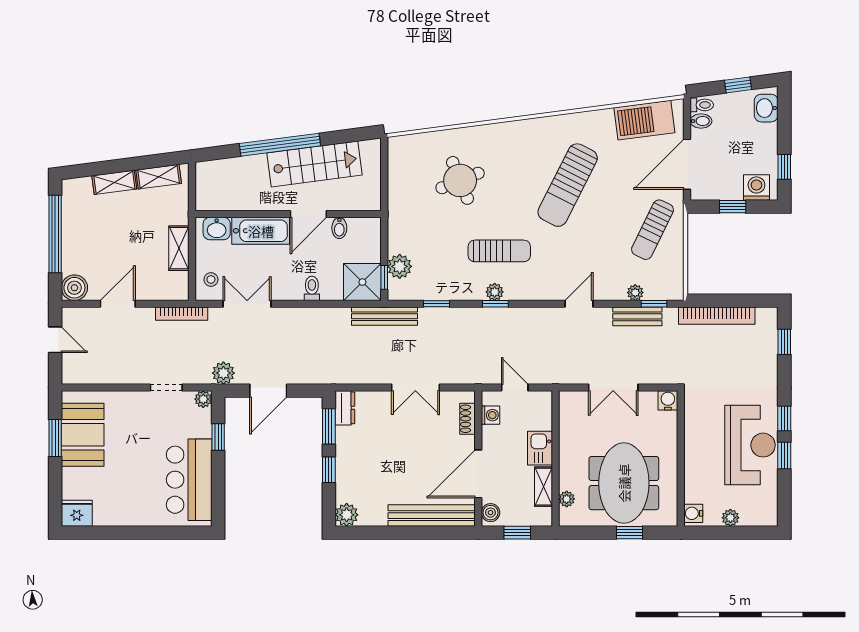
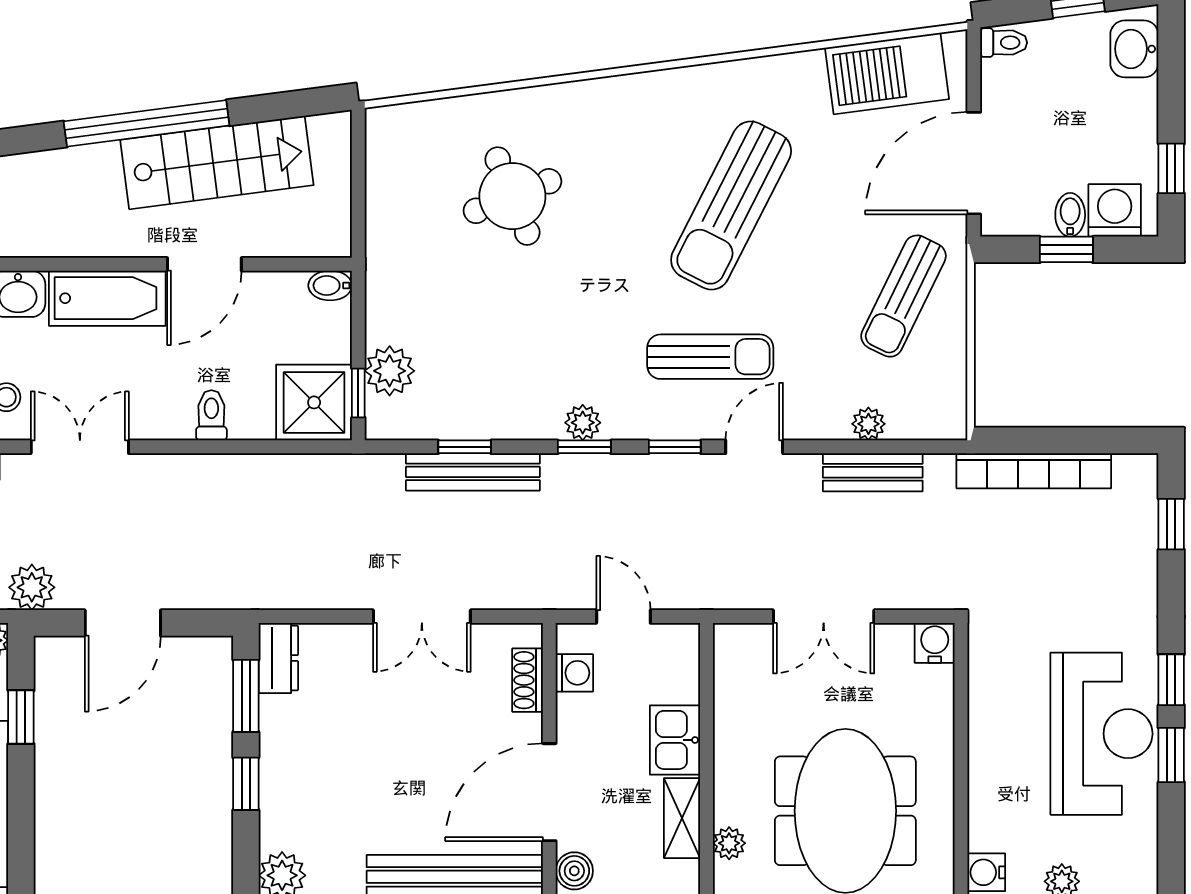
bidet: (701, 121) -> (1070, 215), moved, turned -90
bidet: (339, 228) -> (330, 285), moved, turned 90
sun lounger: (499, 251) -> (710, 357), moved
window: (654, 304) -> (675, 447), moved
bench: (384, 316) -> (473, 472), moved

